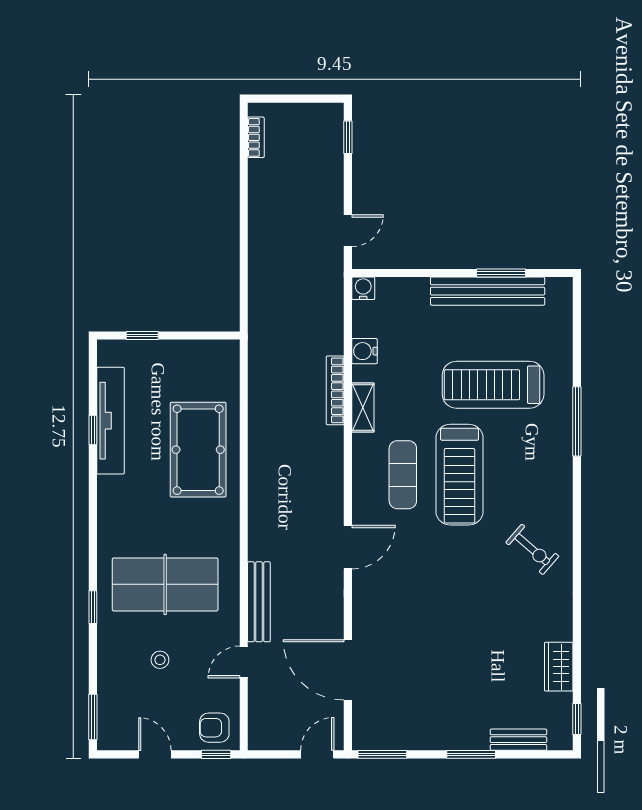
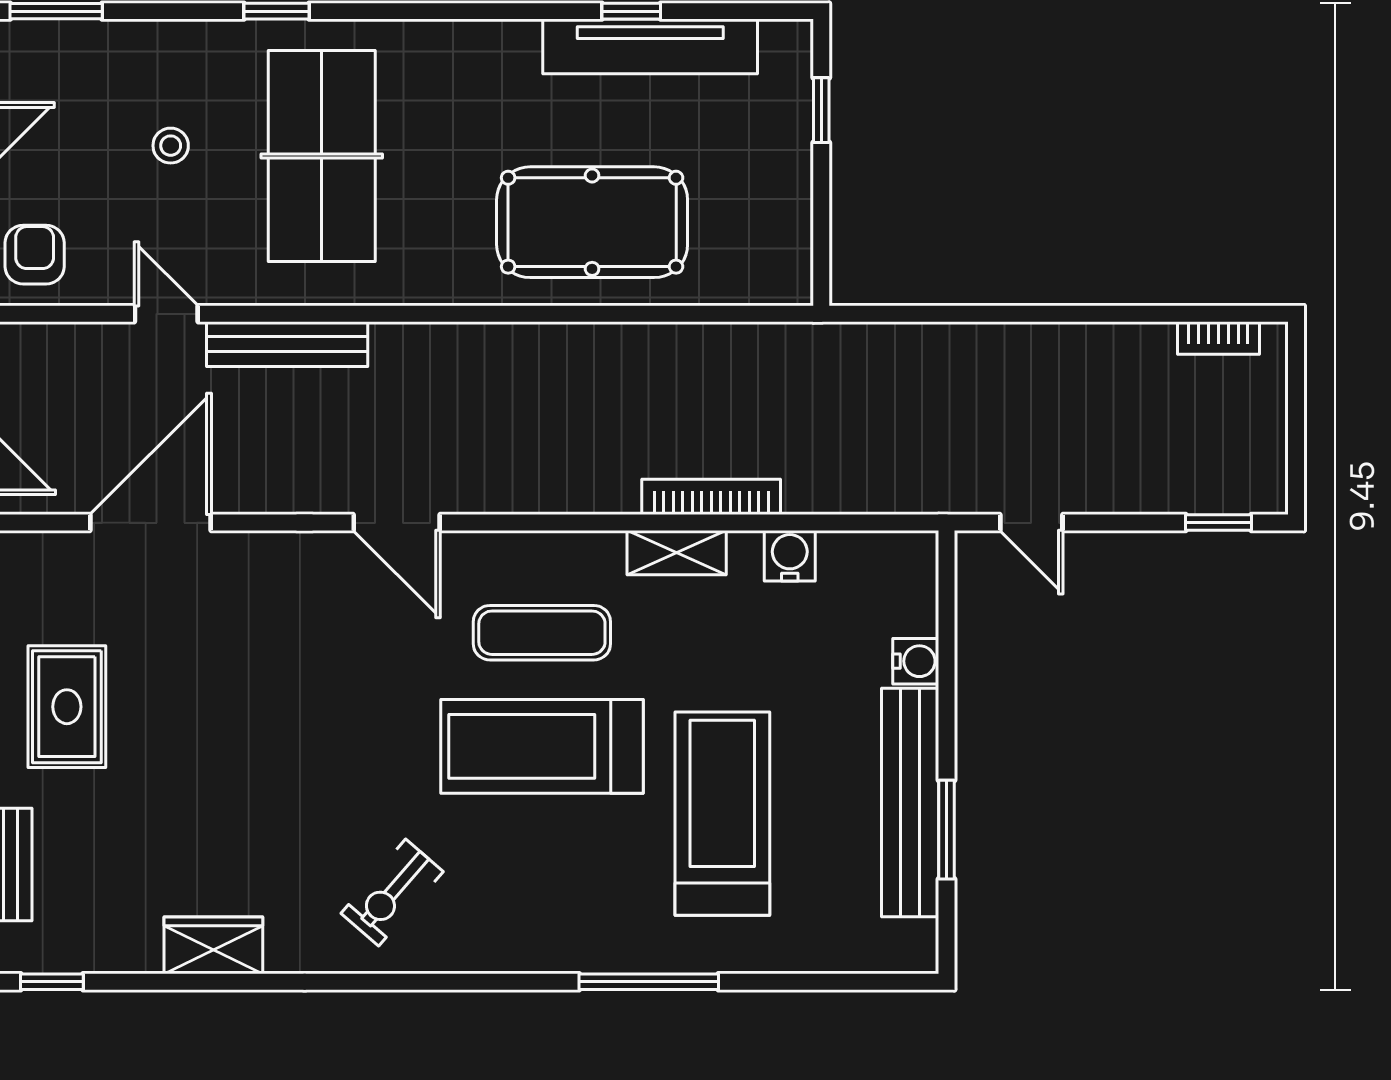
water cooler: (363, 288) -> (916, 661), moved
wardrobe: (559, 667) -> (213, 945), moved
rug: (440, 712) -> (67, 707), added

